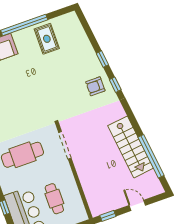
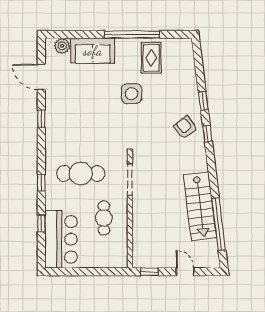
side table: (41, 74) -> (132, 94), added
armchair: (95, 86) -> (185, 128), turned 53
cafe table: (54, 199) -> (104, 218), moved

